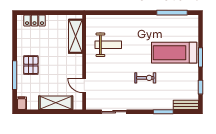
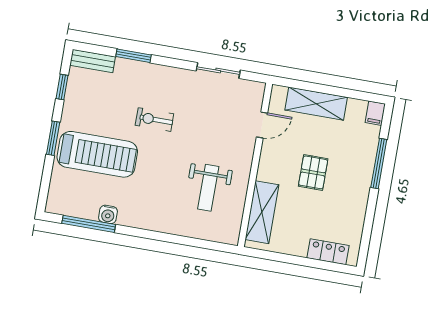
water cooler: (162, 20) -> (108, 214), added
weight bench: (108, 45) -> (208, 188), turned -90
pallet: (31, 65) -> (313, 172), moved
door: (84, 85) -> (262, 125), hinge flipped

